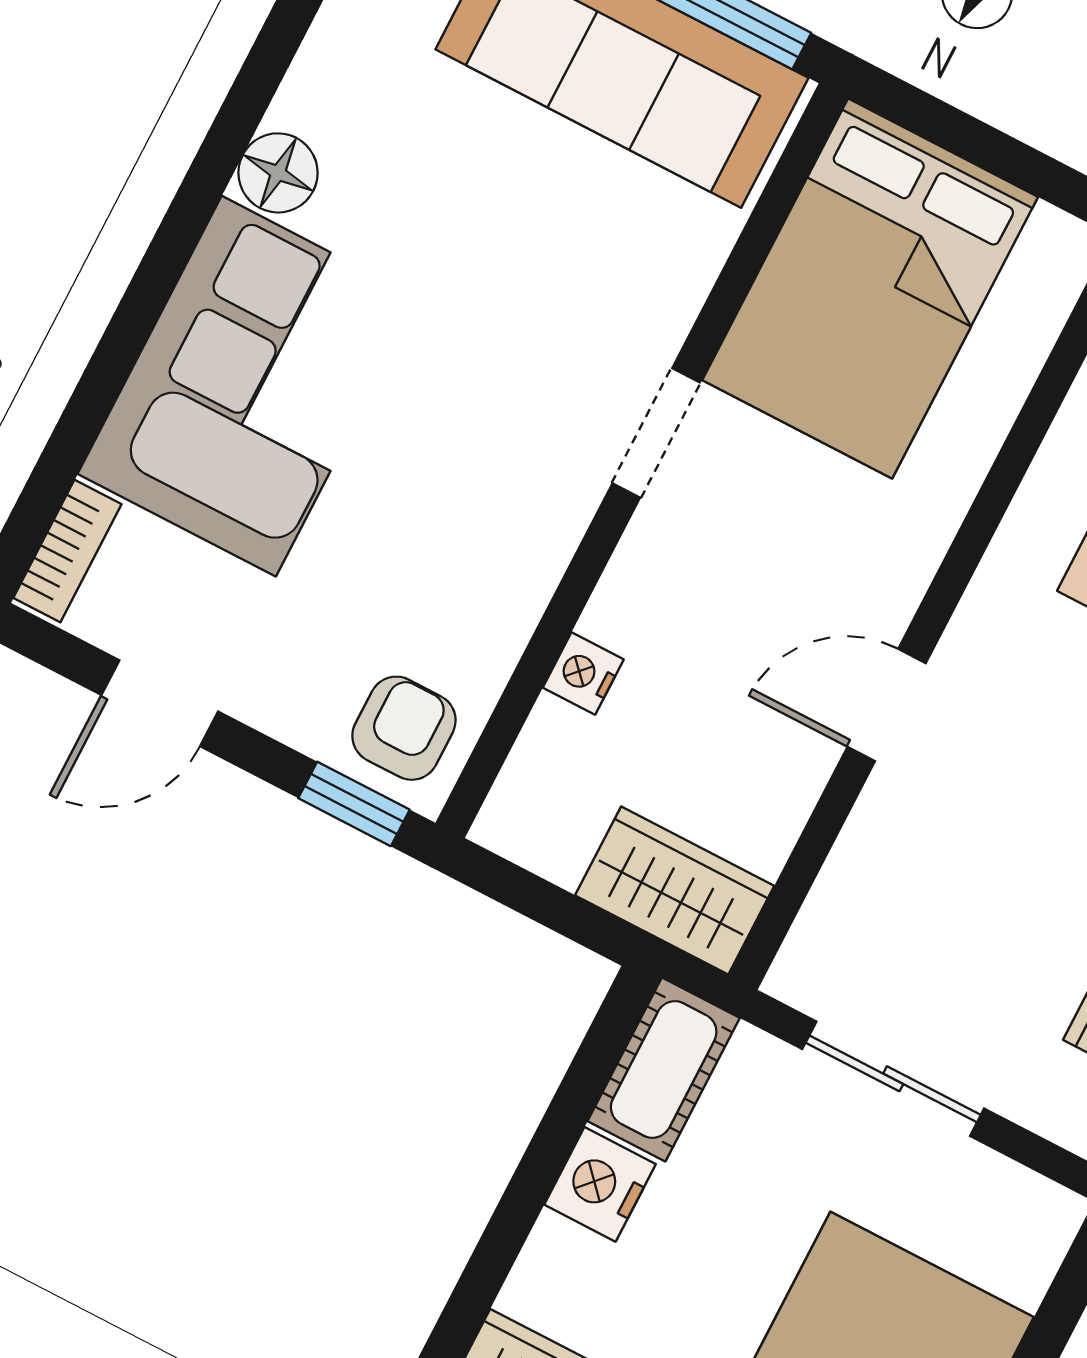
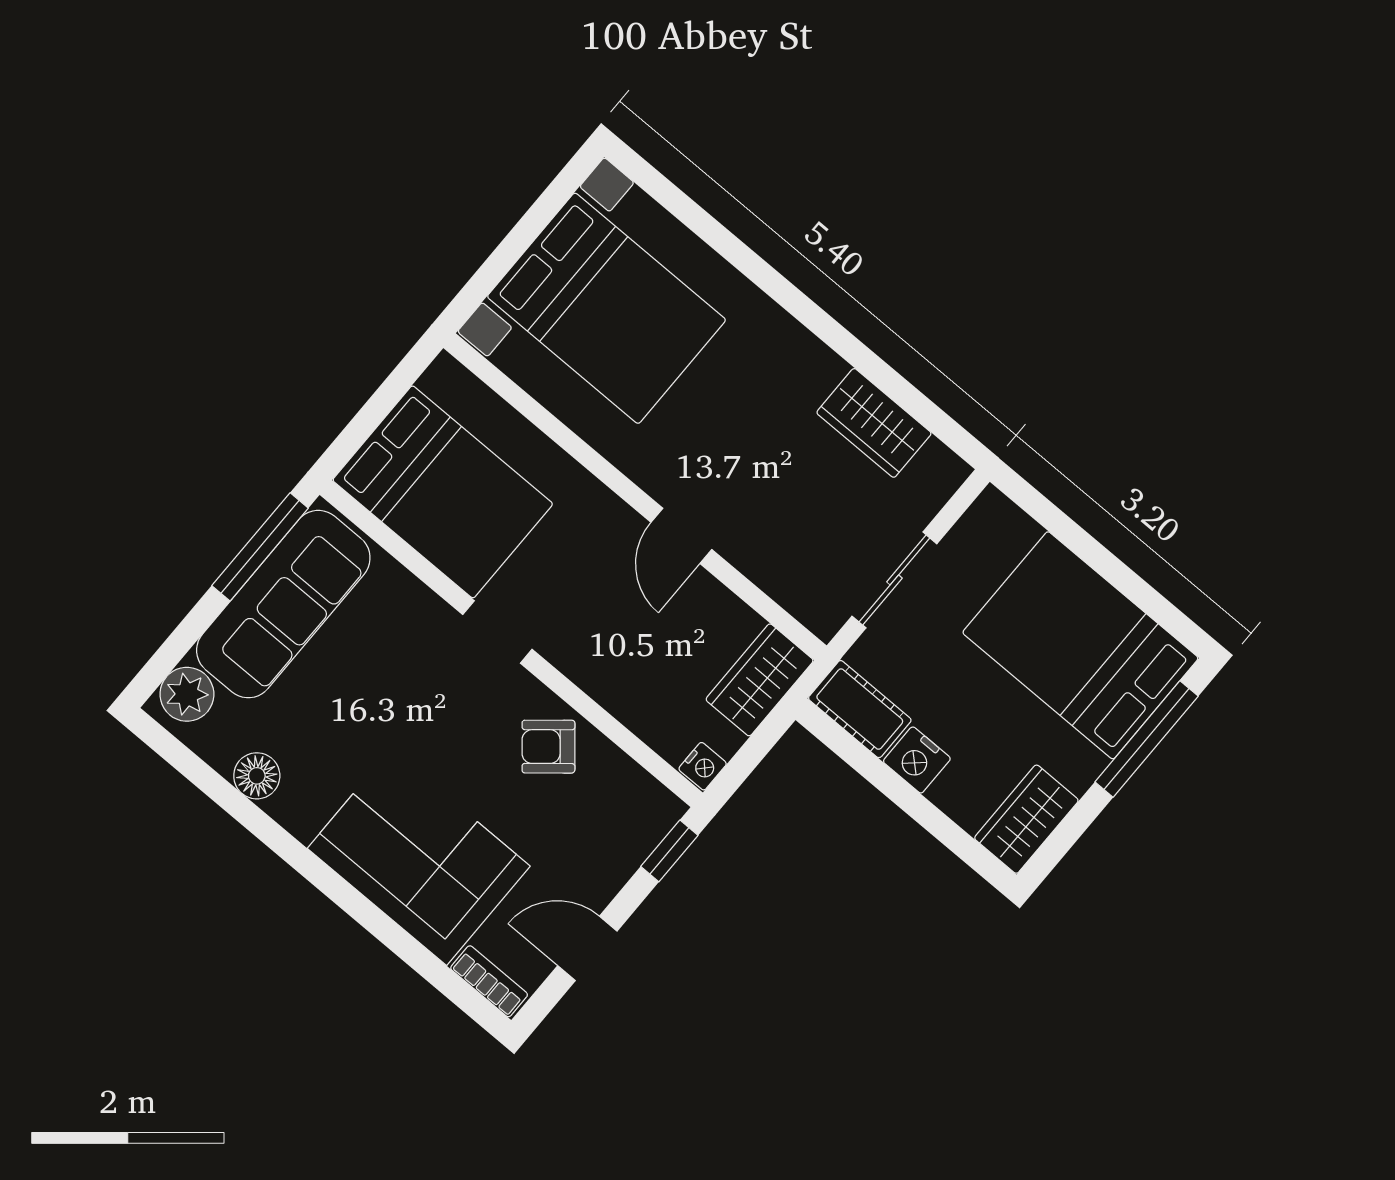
floor lamp: (278, 173) -> (257, 776), moved
nightstand: (583, 674) -> (703, 766), moved, turned -90
door: (160, 703) -> (587, 948), swing flipped
armchair: (404, 728) -> (548, 747), moved, turned -40

